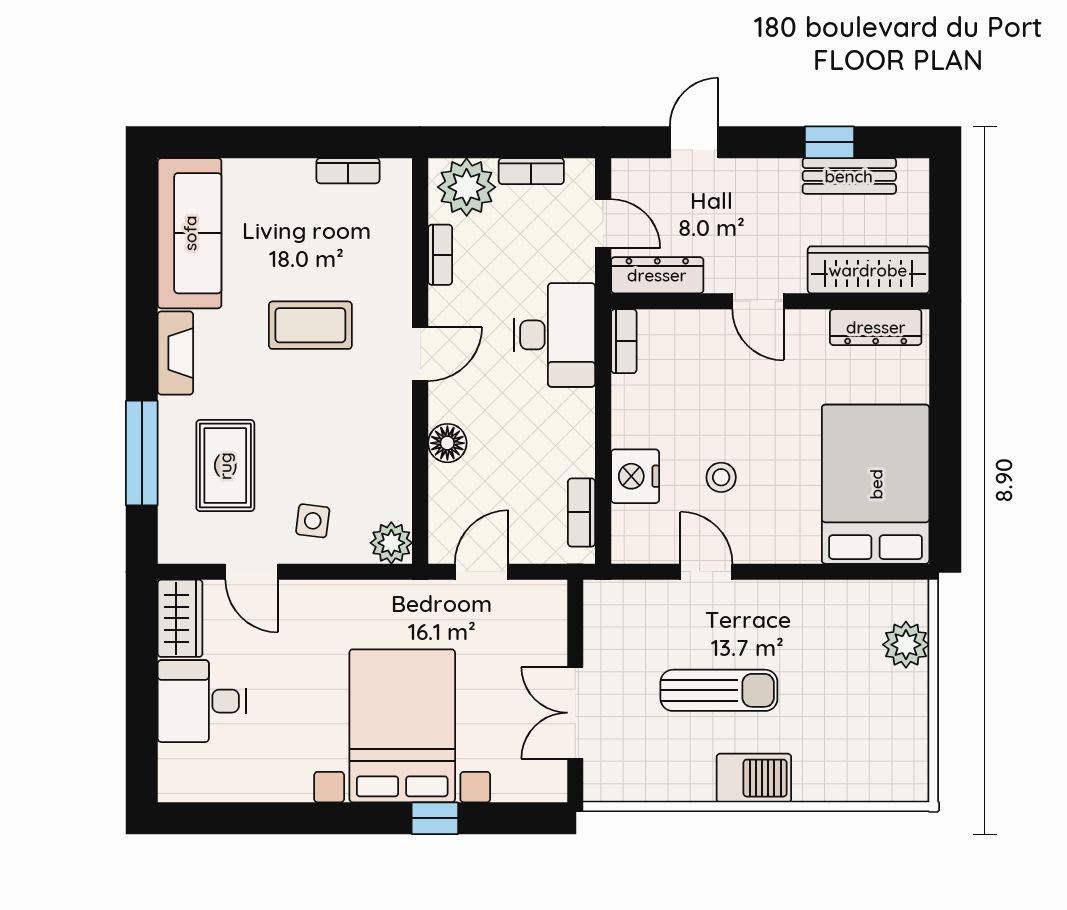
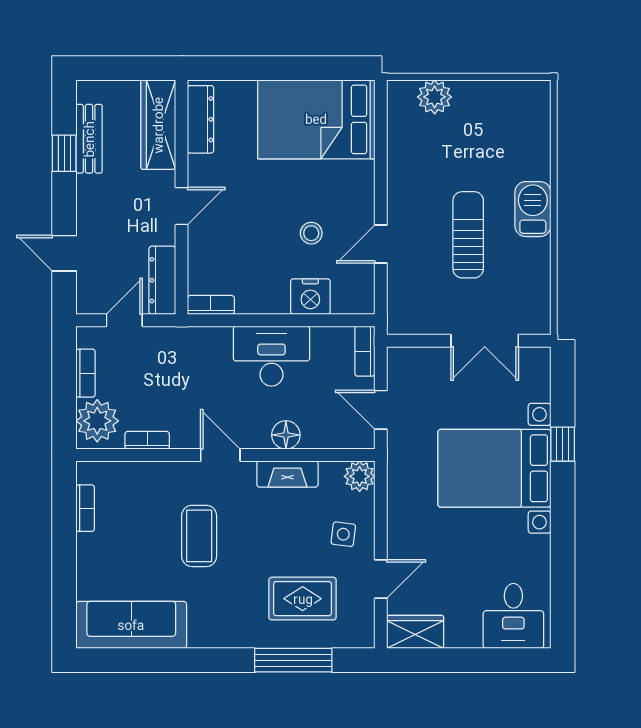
desk: (554, 335) -> (271, 356), moved
fireplace: (175, 353) -> (287, 474), moved, turned 180
bookcase: (582, 512) -> (365, 351), moved, turned 90
desk: (202, 701) -> (513, 616), moved

